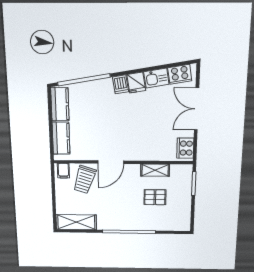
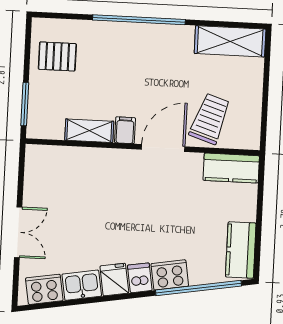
double door: (197, 109) -> (18, 232), width x0.73
kitchen counter: (61, 138) -> (231, 168), moved, turned -90
cooker: (185, 148) -> (170, 275), moved, turned -99
filing cabinet: (63, 171) -> (125, 130), moved
pallet: (155, 197) -> (57, 56), moved

